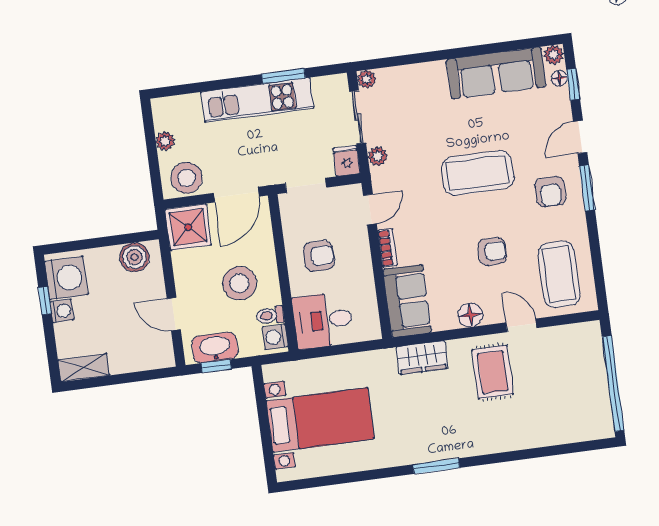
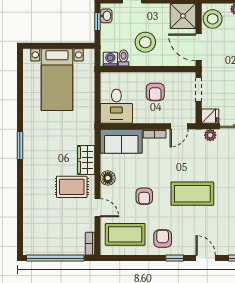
coffee table: (478, 173) -> (192, 194), turned 90
window: (587, 188) -> (175, 258), width x0.67
armchair: (550, 192) -> (163, 239), moved, turned 90
door: (370, 210) -> (179, 126), hinge flipped
desk: (323, 320) -> (116, 106), moved, turned 180
door: (521, 325) -> (98, 208), hinge flipped
bookcase: (582, 330) -> (90, 244), added
washbasin: (215, 348) -> (106, 16), width x0.52, depth x0.69
wardrobe: (422, 358) -> (86, 160), moved

